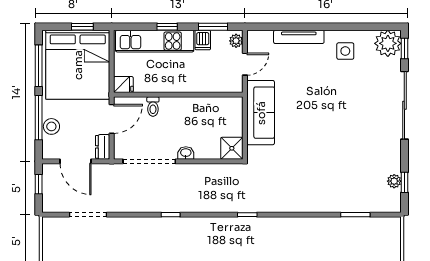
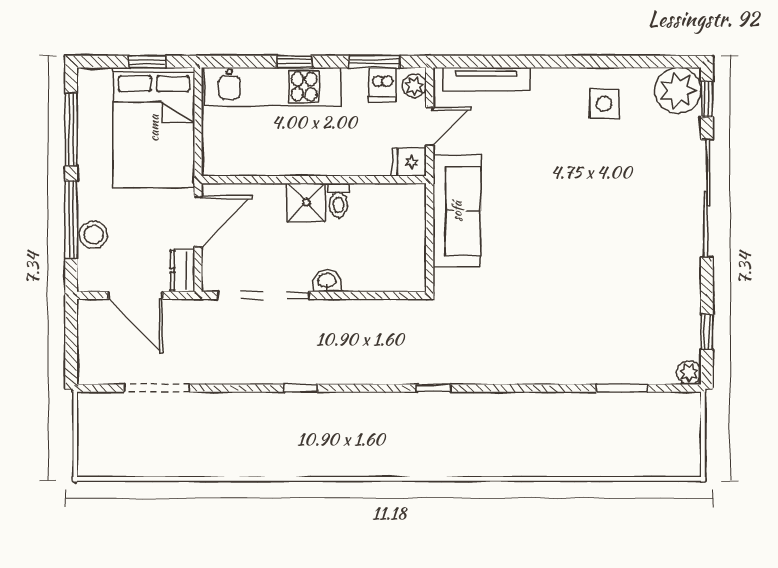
tv unit: (299, 37) -> (486, 79), moved
dishwasher: (203, 40) -> (382, 85), moved
bed: (78, 65) -> (154, 128), width x0.73
fridge: (123, 85) -> (409, 162), moved, turned 180
toilet: (153, 107) -> (338, 200), moved
shower: (232, 148) -> (306, 202), moved
plant: (394, 181) -> (689, 373), moved
window: (39, 184) -> (71, 335), removed

